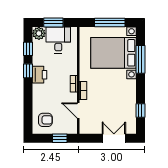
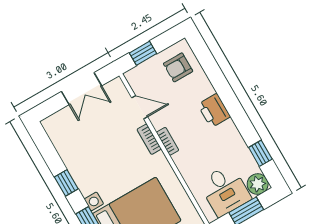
window: (28, 71) -> (242, 122), removed
printer: (40, 75) -> (214, 111), moved
window: (140, 111) -> (66, 183), moved
double door: (114, 138) -> (82, 89), moved

